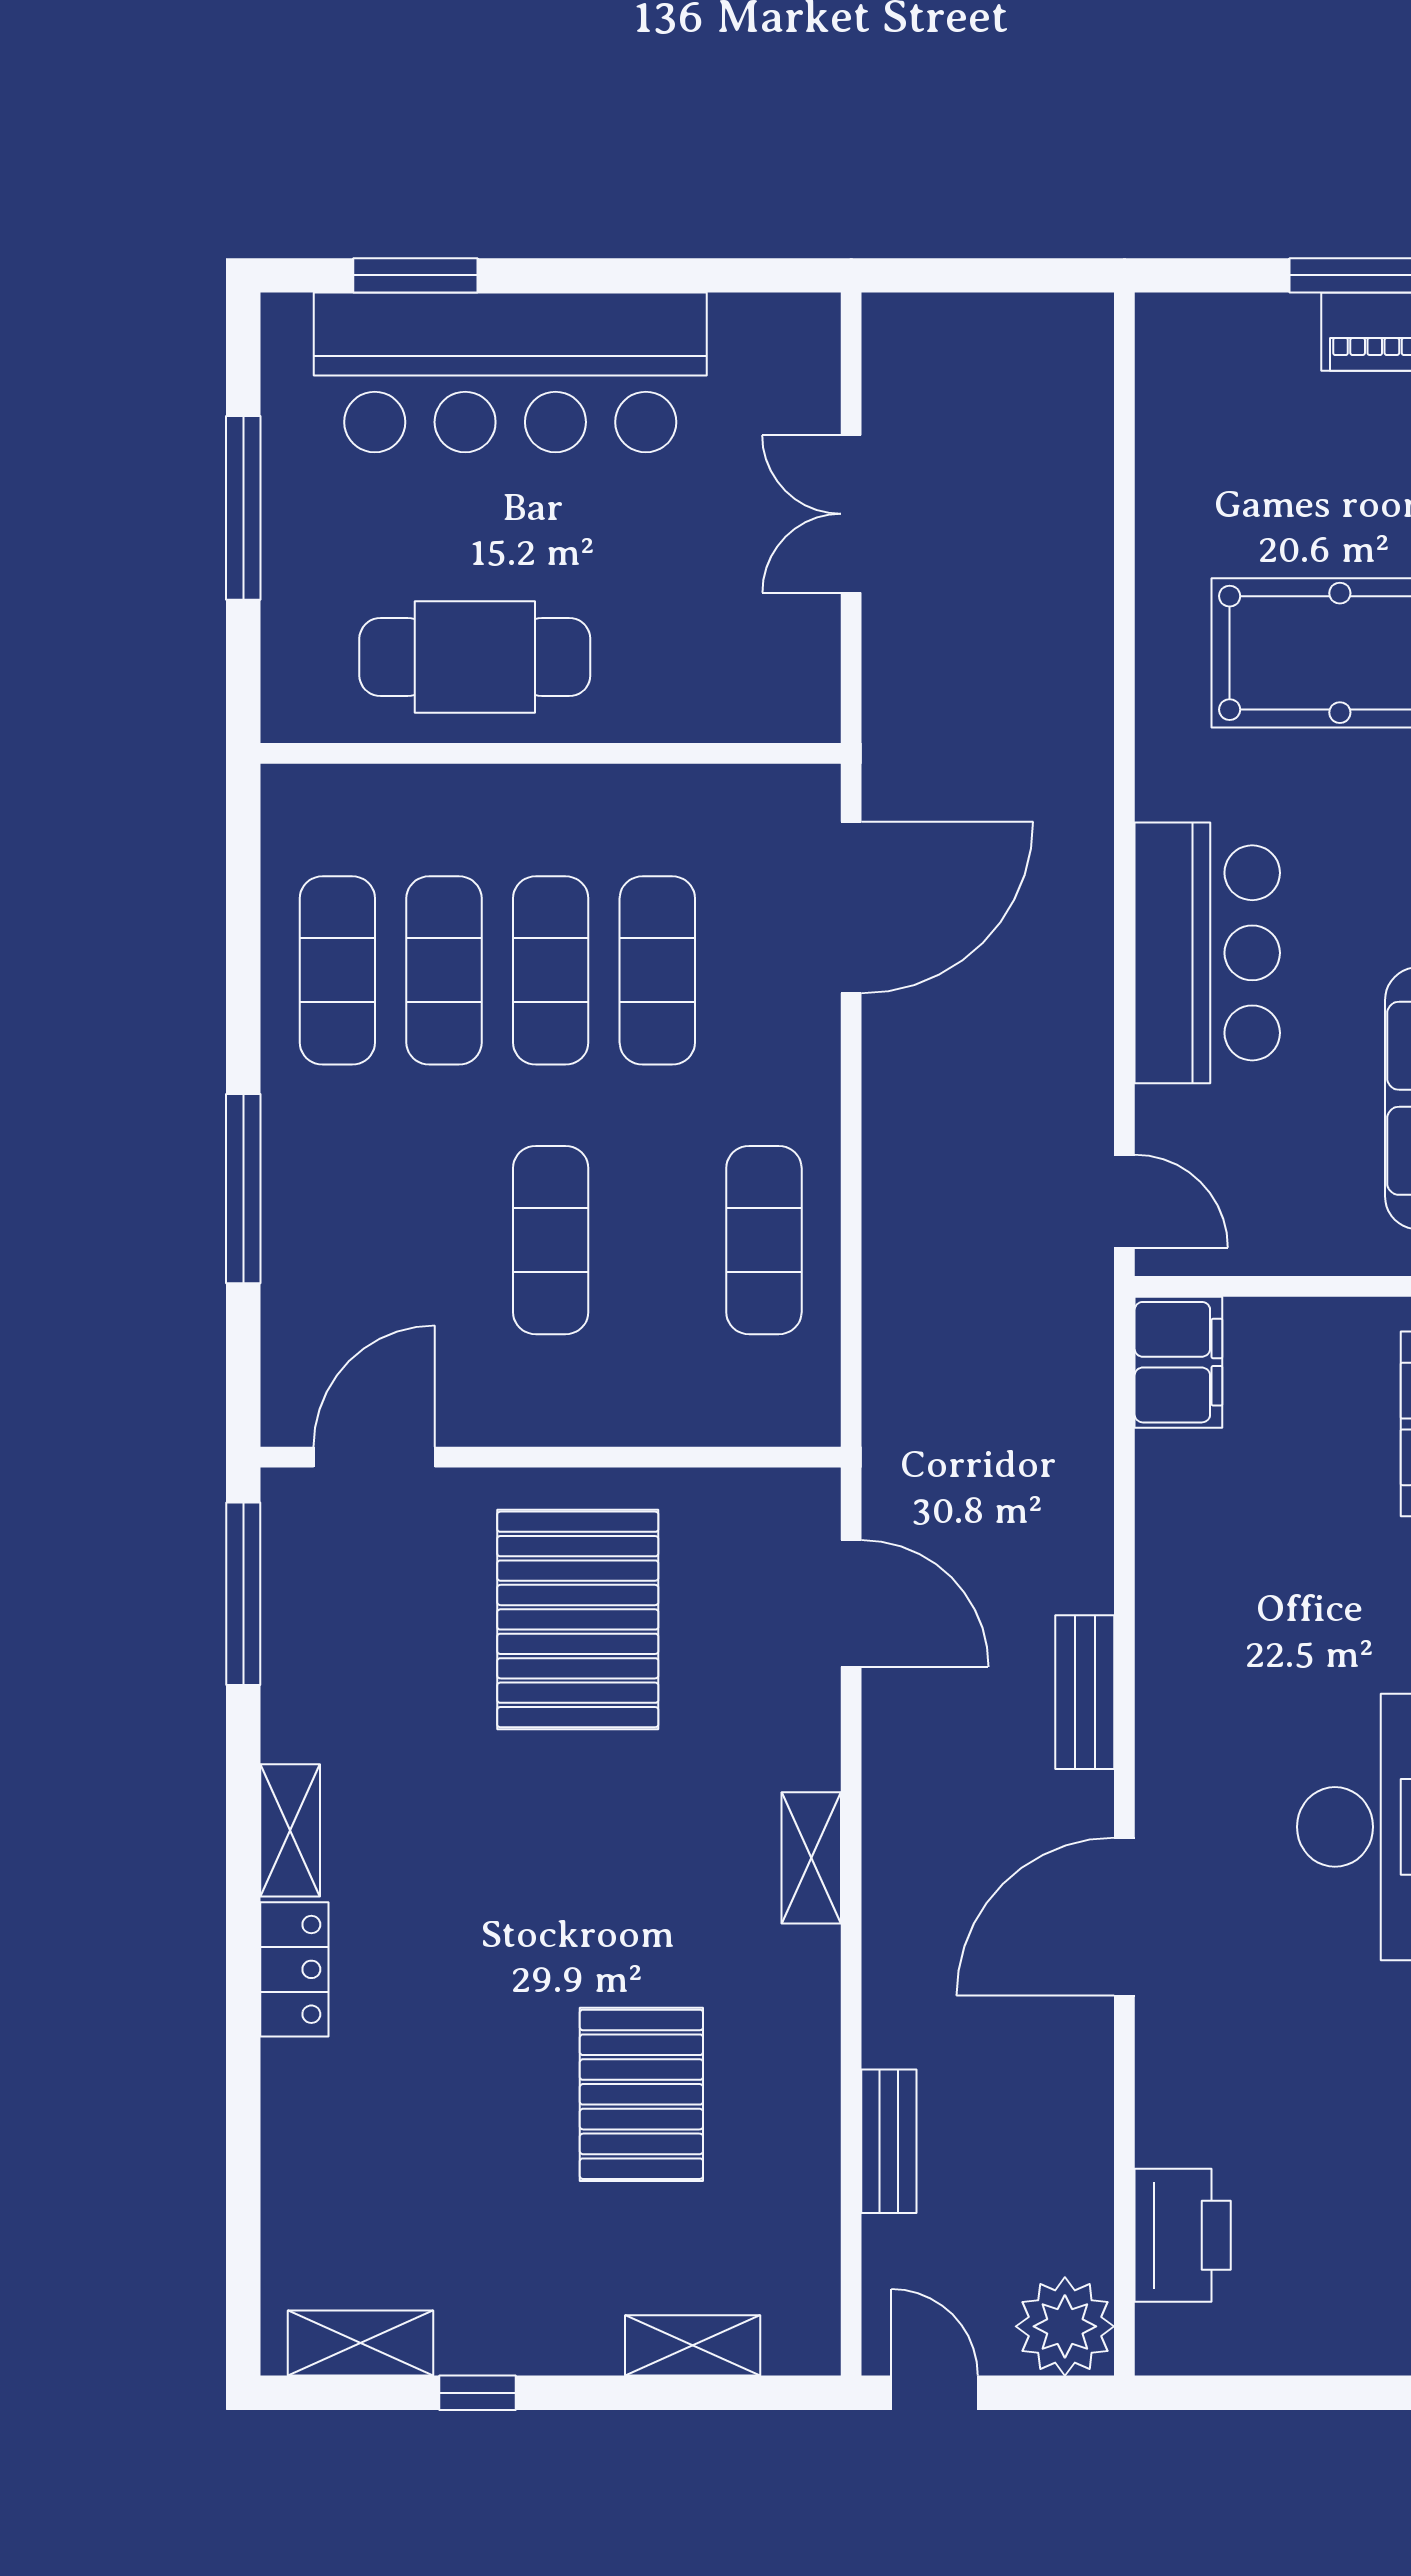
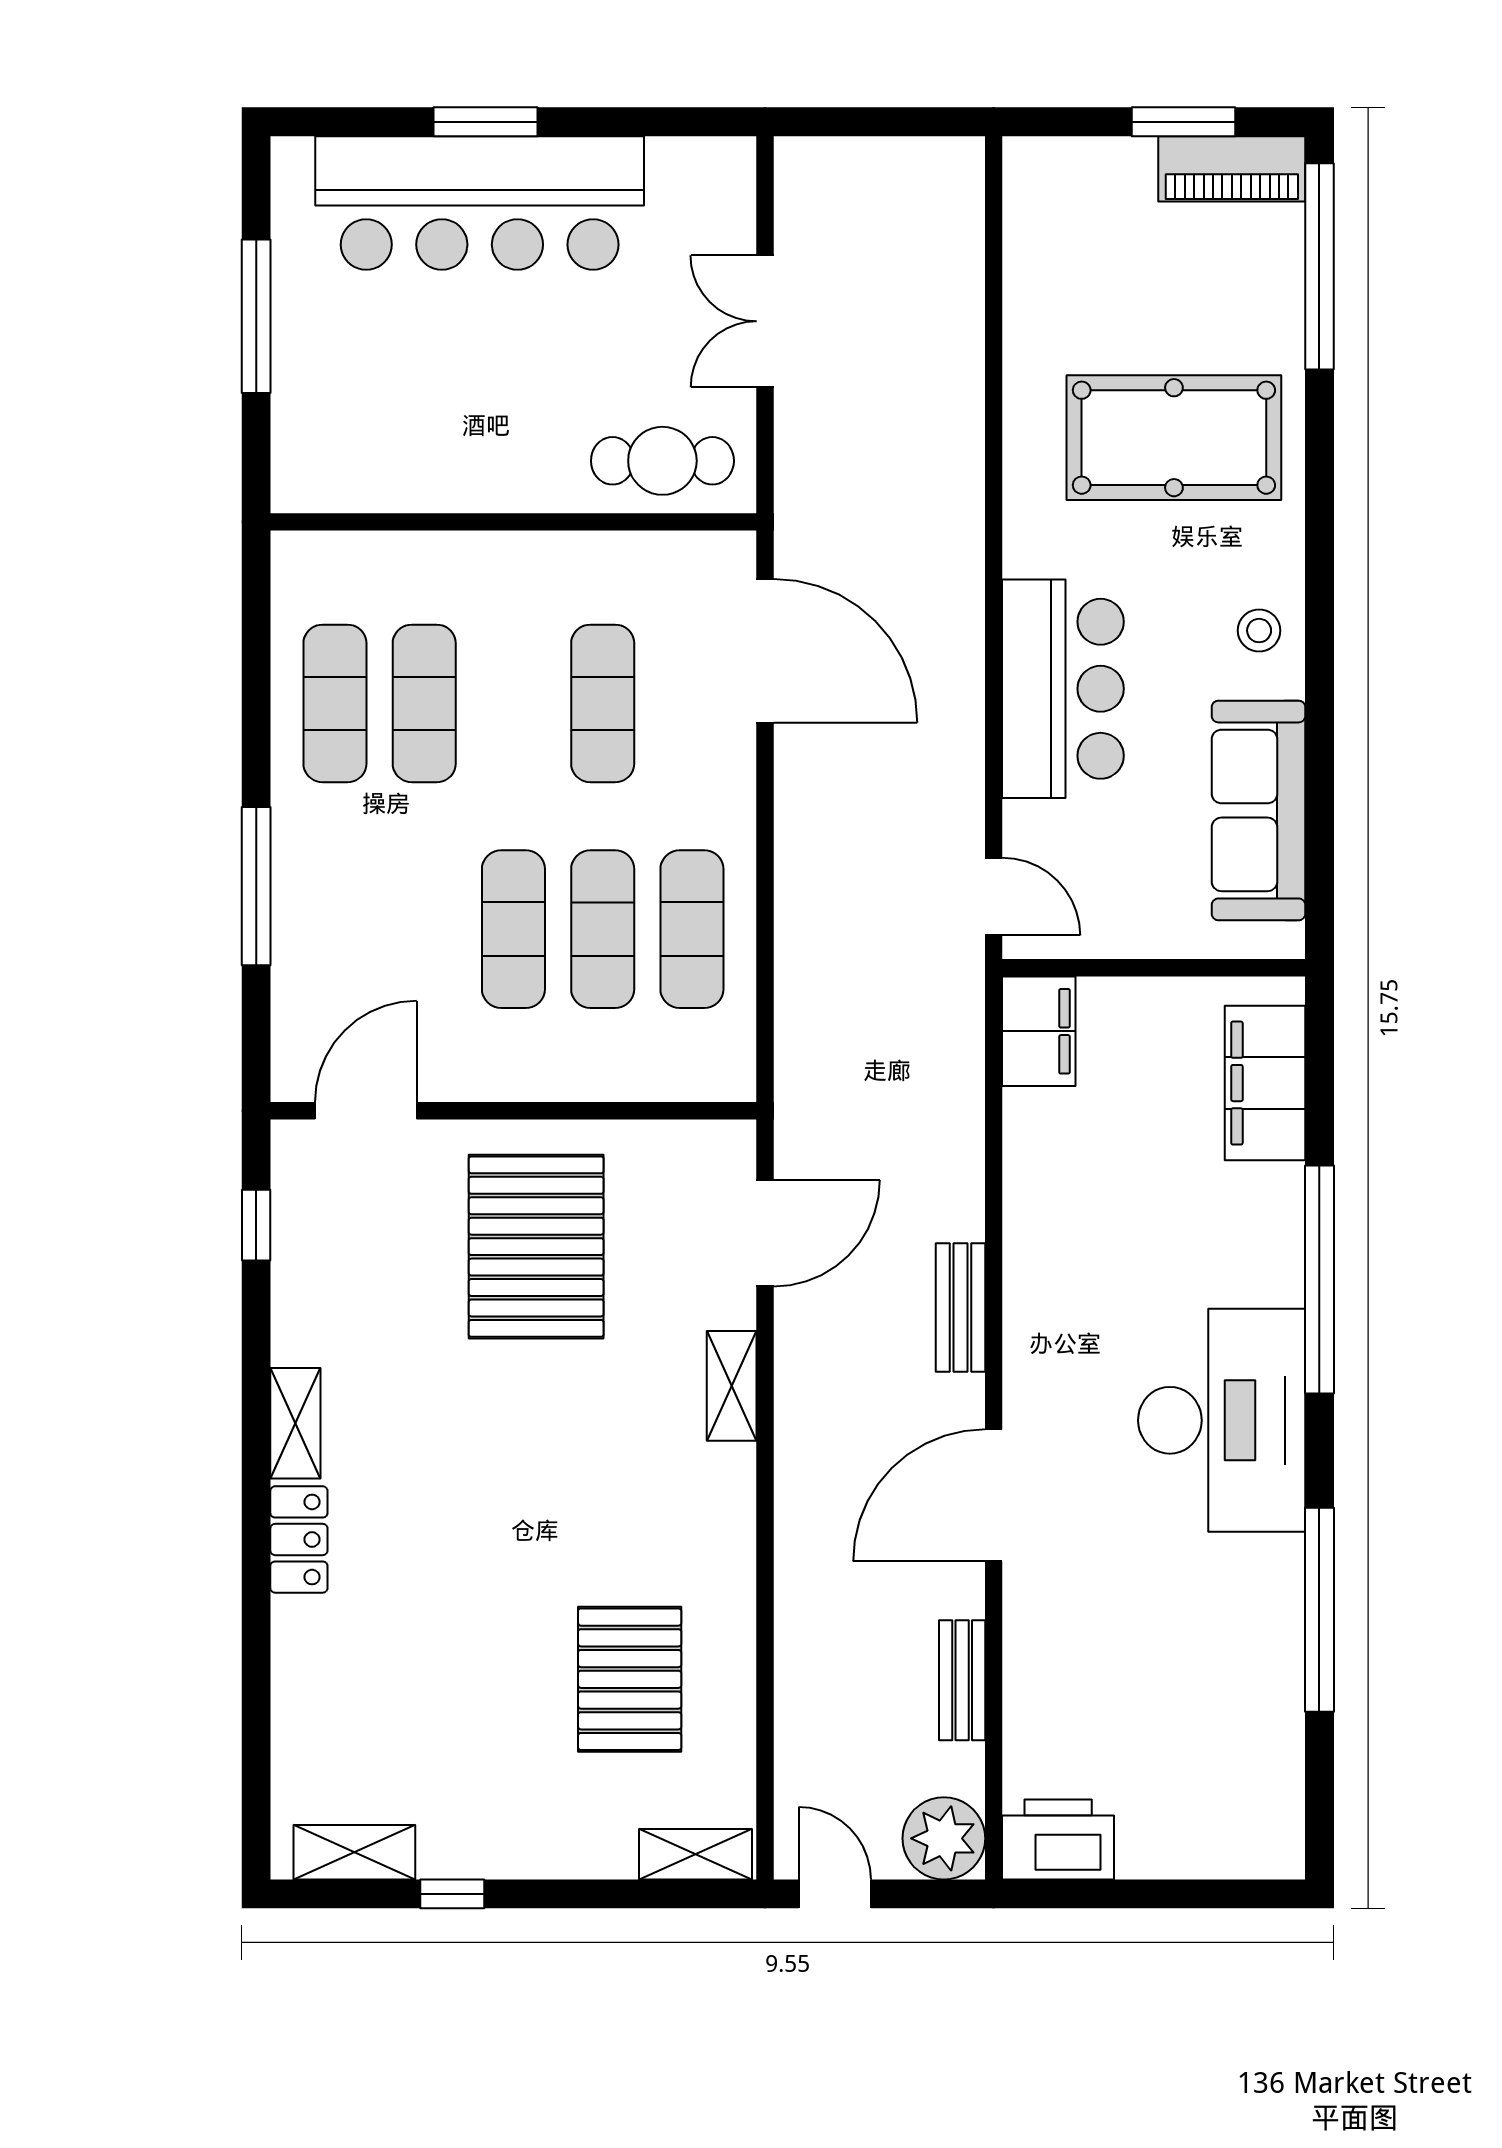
window: (415, 275) -> (485, 122), moved
cafe table: (475, 657) -> (662, 461), moved, width x0.73, depth x0.74
door: (851, 907) -> (765, 651), hinge flipped
exercise mat: (551, 970) -> (603, 929), moved
window: (243, 1594) -> (256, 1225), width x0.46
door: (851, 1603) -> (765, 1233), hinge flipped
shelving: (811, 1858) -> (732, 1386), moved
pallet: (641, 2094) -> (630, 1679), moved
bench: (889, 2141) -> (962, 1680), moved
printer: (1183, 2235) -> (1058, 1839), moved, turned -90
shelving: (693, 2345) -> (695, 1854), moved

